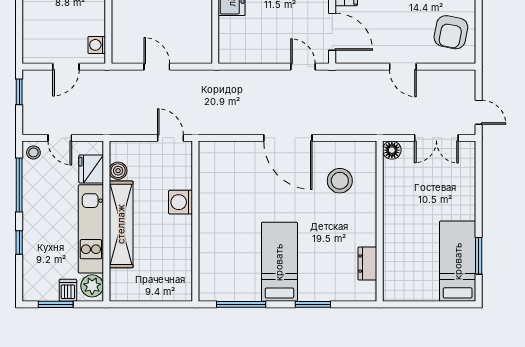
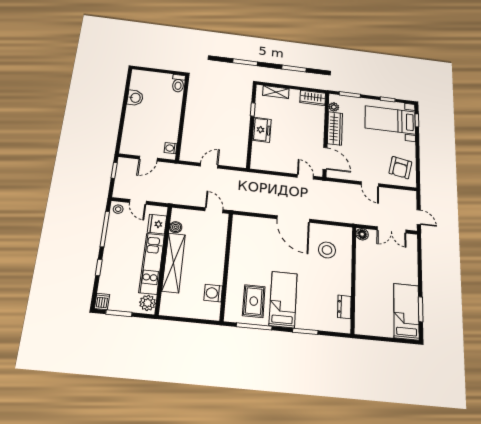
door: (157, 67) -> (209, 166), hinge flipped
washing machine: (181, 202) -> (213, 293), moved
rug: (238, 268) -> (254, 301), added
dishwasher: (68, 290) -> (102, 301), moved

